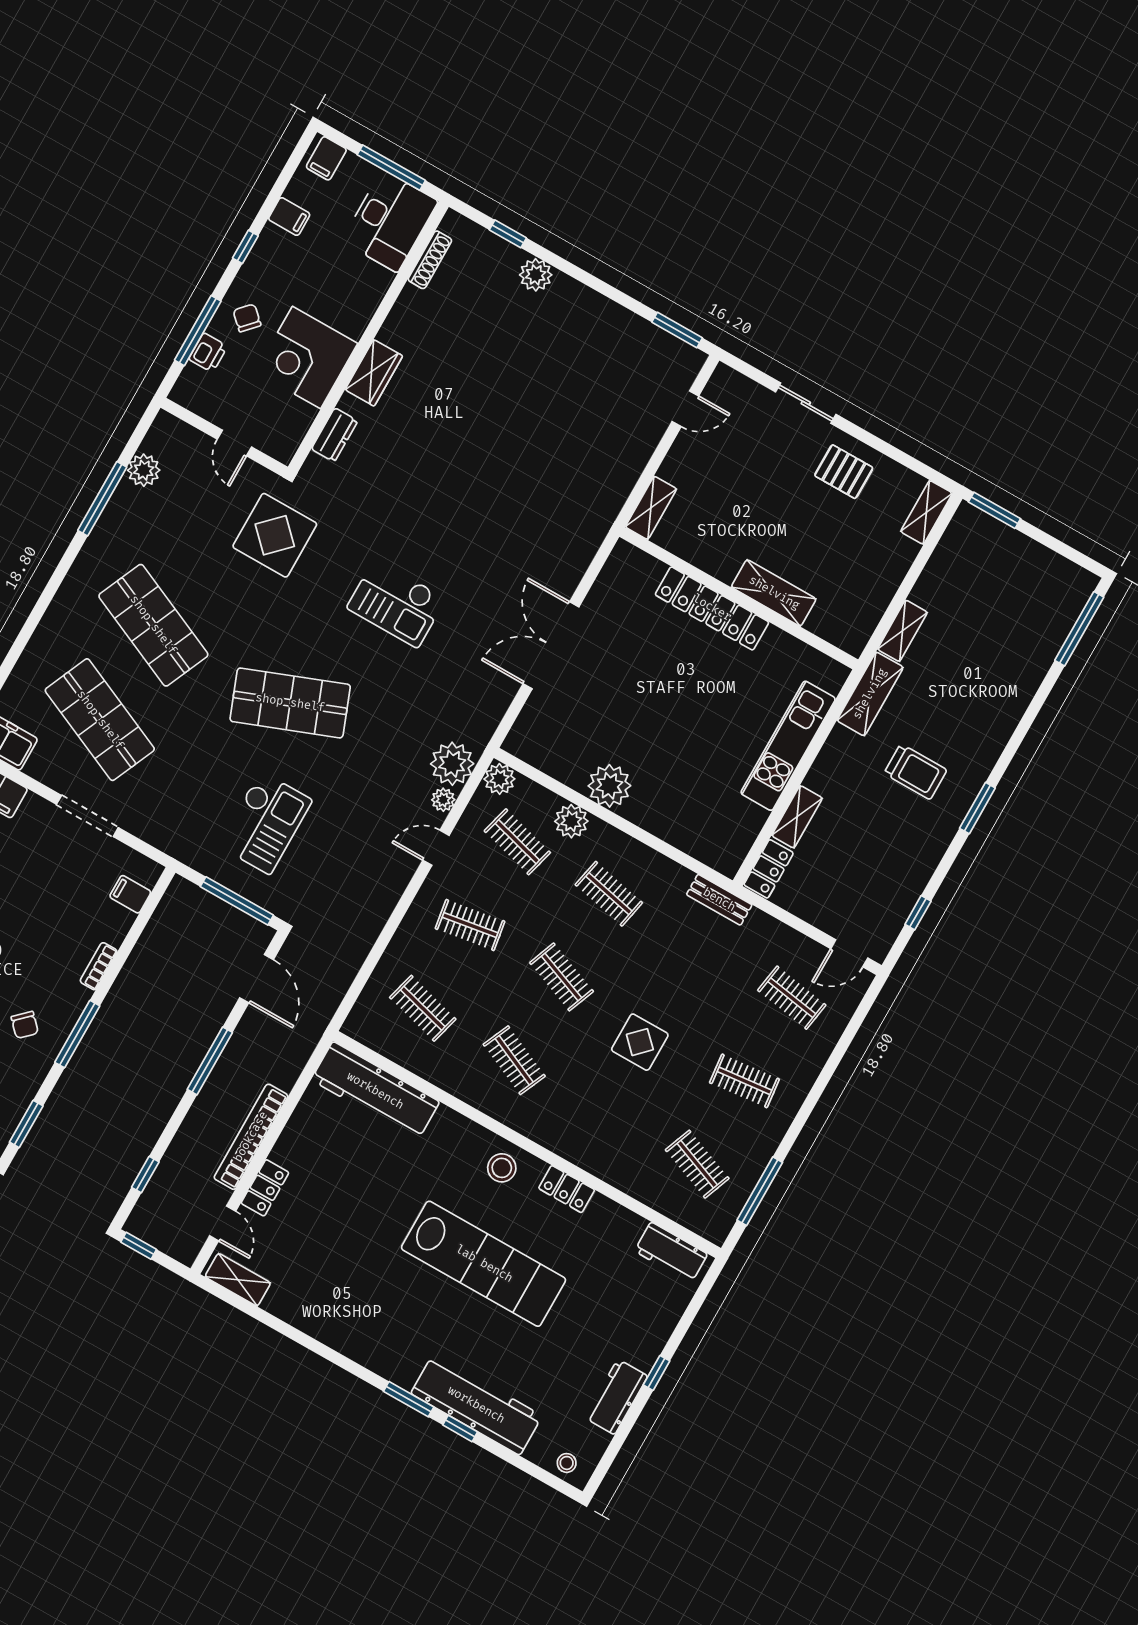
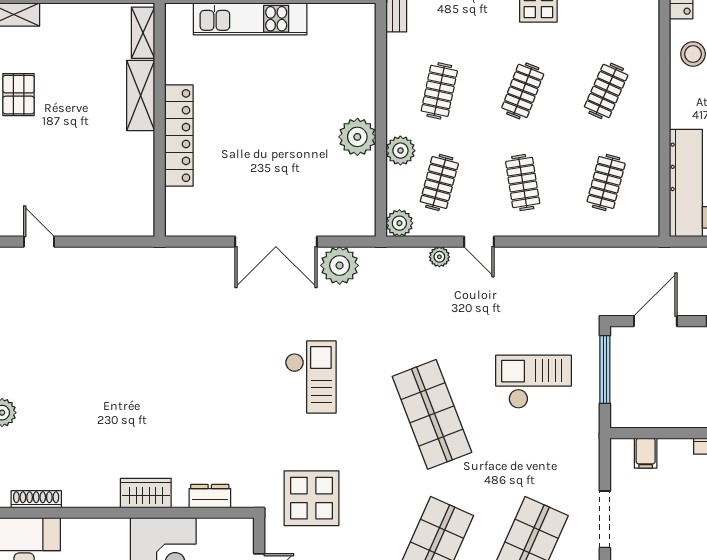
shelving: (651, 508) -> (143, 33), moved, turned 90
plant: (452, 764) -> (340, 265), moved

